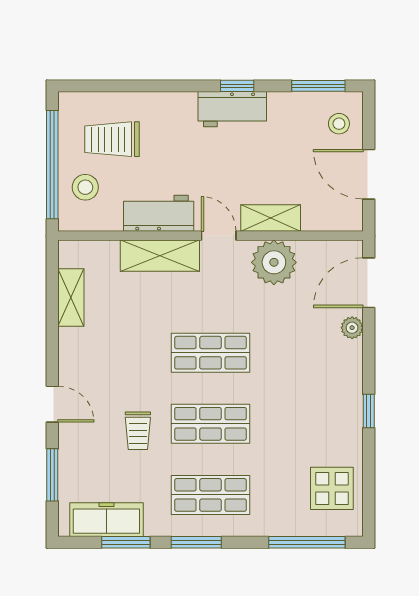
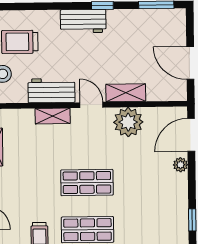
workbench: (232, 109) -> (83, 21), moved
stool: (339, 124) -> (170, 30), removed
shelving: (160, 256) -> (53, 116), width x0.67, depth x0.75

